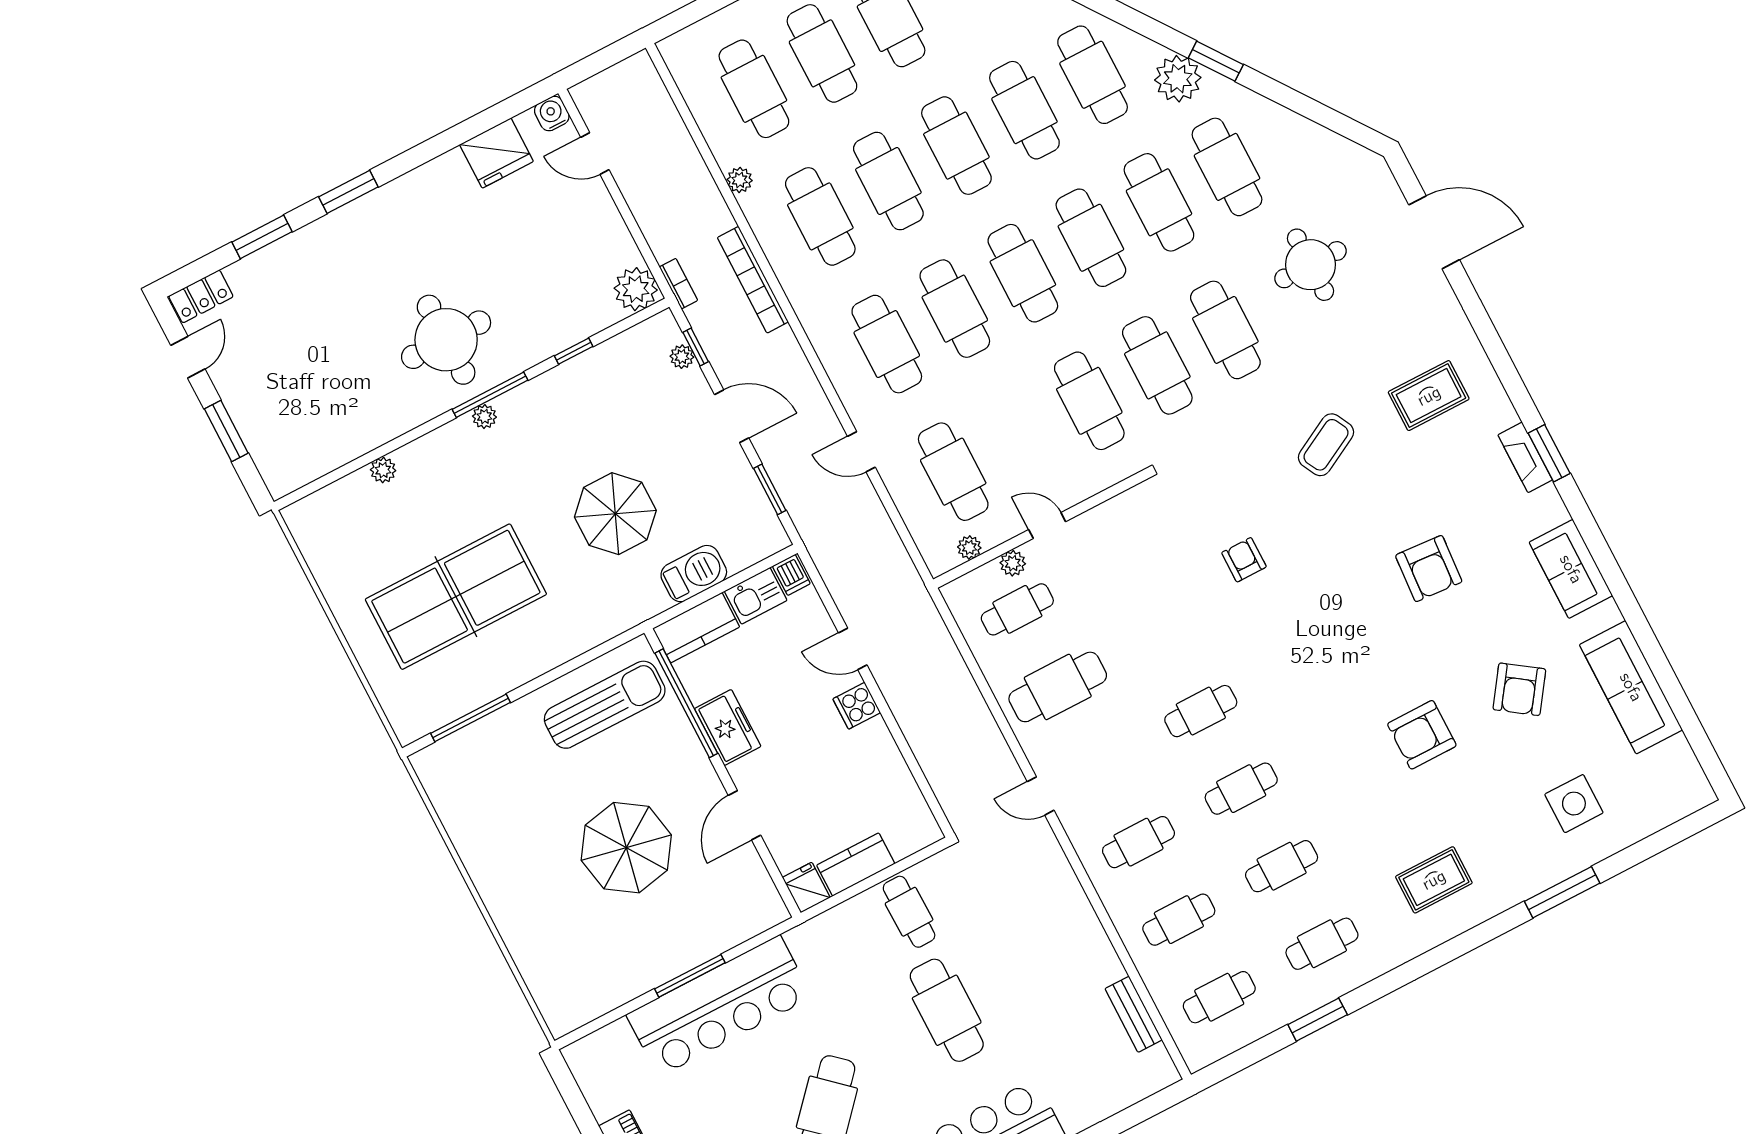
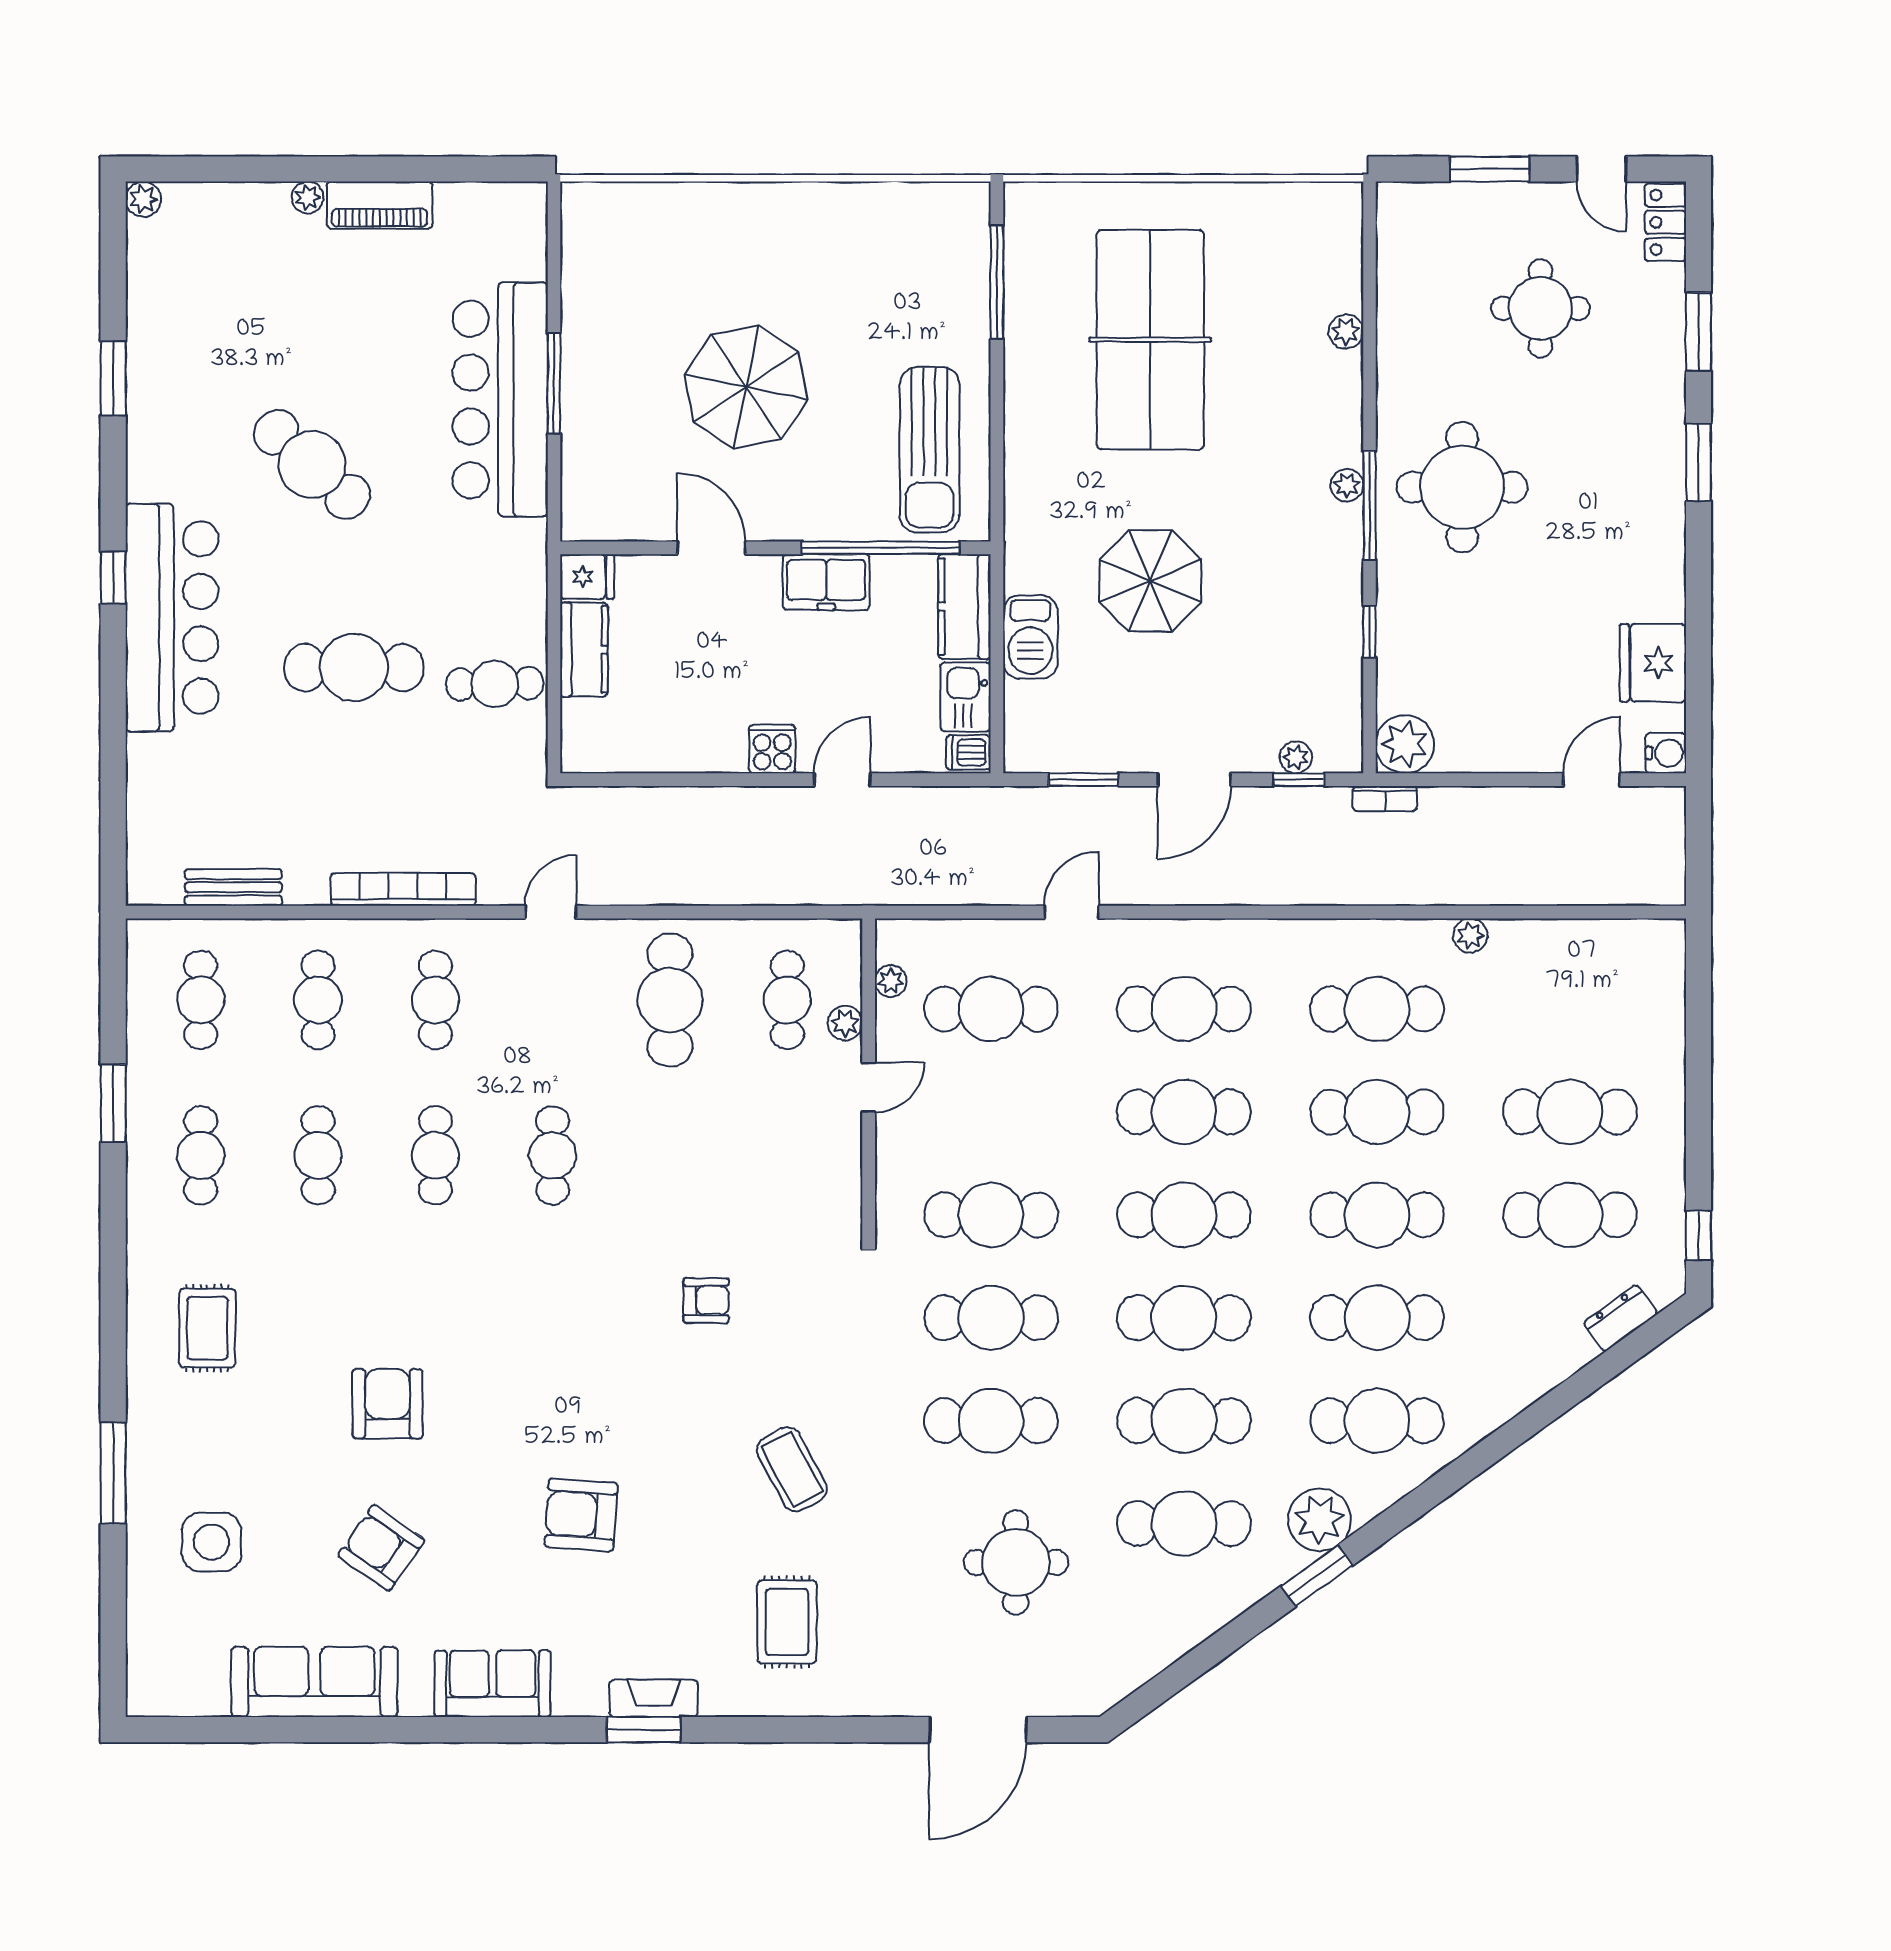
cafe table: (754, 89) -> (1570, 1009), removed
bookcase: (753, 280) -> (403, 889), moved
round table: (301, 349) -> (1540, 308), added

